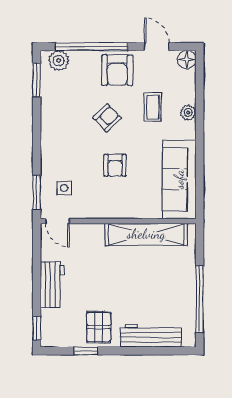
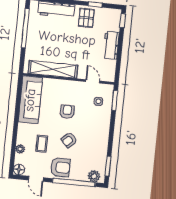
armchair: (117, 70) -> (60, 167), turned 90
plant: (188, 112) -> (20, 149), moved
door: (58, 221) -> (93, 81), moved

